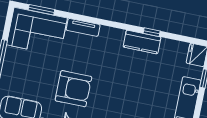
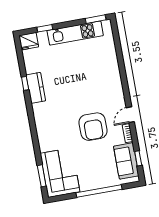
tv unit: (83, 27) -> (43, 138), removed
armchair: (73, 89) -> (93, 127), turned 180

